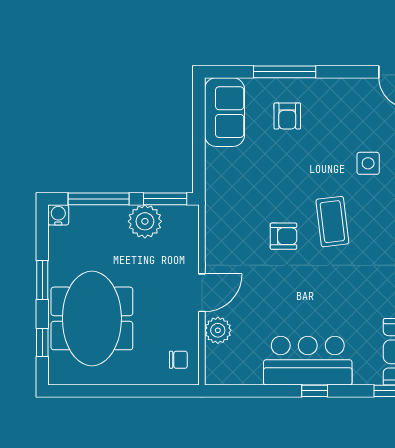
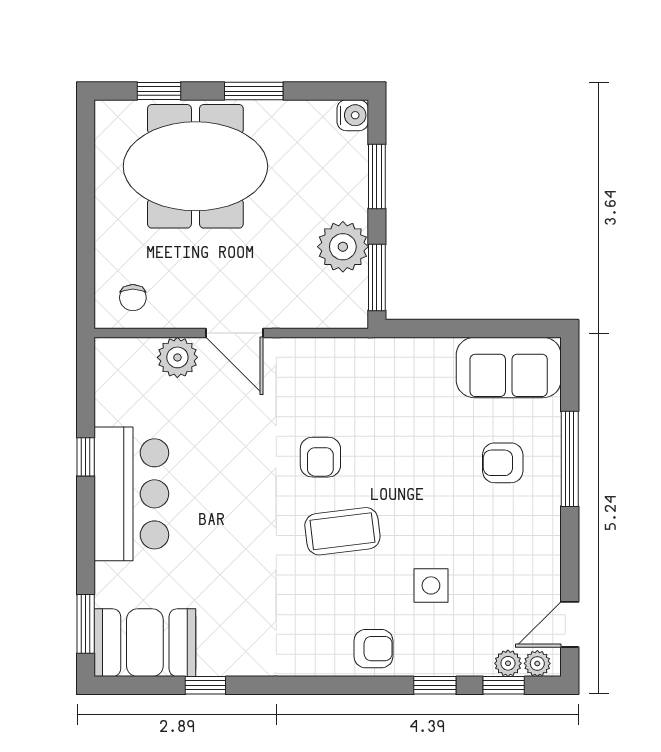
window: (99, 199) -> (377, 177), width x0.69
window: (315, 391) -> (86, 457), moved

